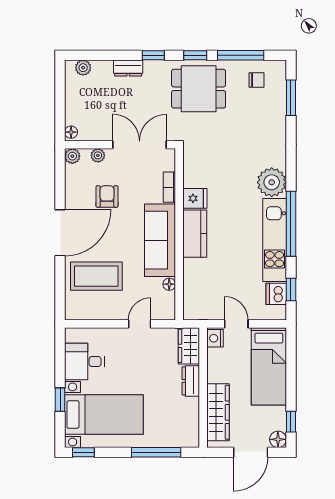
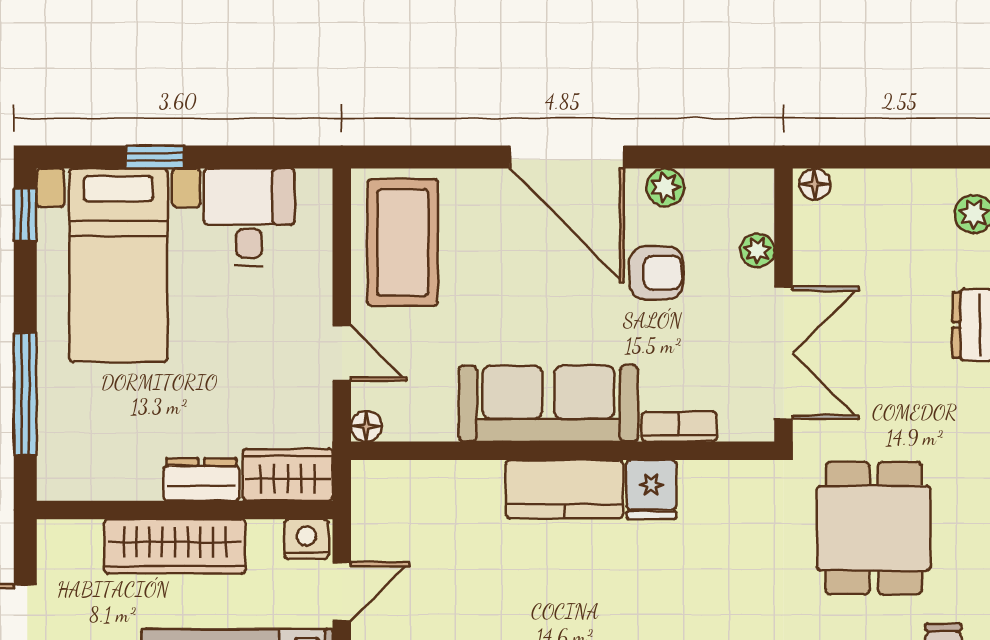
dining table: (199, 89) -> (874, 528), moved
plant: (72, 156) -> (665, 187), moved
coffee table: (96, 276) -> (403, 242), moved
floor lamp: (169, 284) -> (366, 426), moved
wardrobe: (218, 412) -> (175, 546), moved

